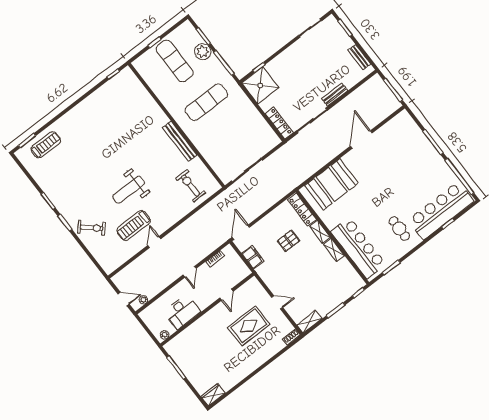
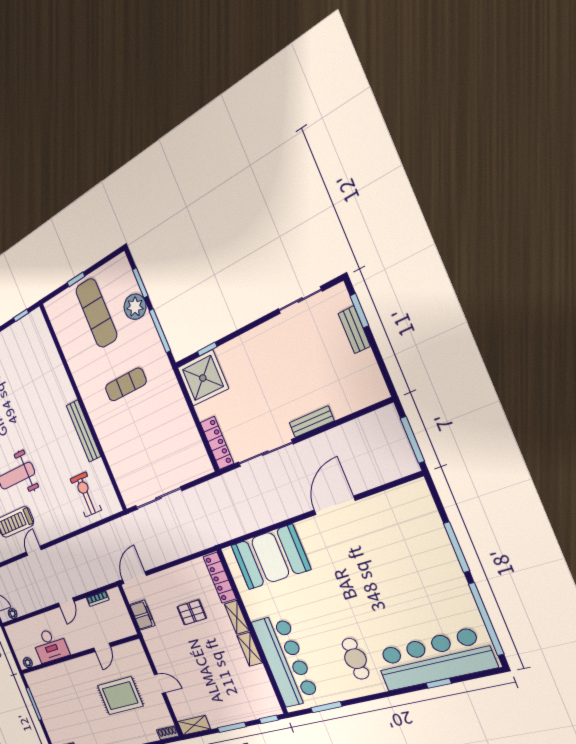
bench: (359, 57) -> (354, 330), moved
exercise mat: (206, 102) -> (126, 385), width x0.73, depth x0.69

